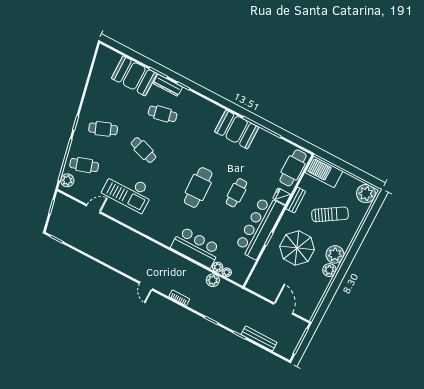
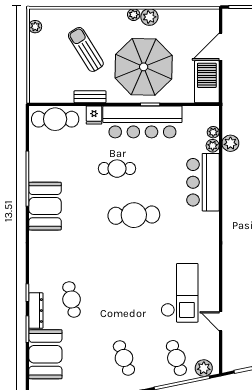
cafe table: (144, 150) -> (124, 299), removed
barbecue: (324, 172) -> (207, 82), moved, turned 180
plant: (366, 194) -> (35, 27), width x0.53, depth x0.53
parasol: (297, 248) -> (144, 67), width x1.36, depth x1.36
plant: (335, 254) -> (134, 15), width x0.53, depth x0.53

